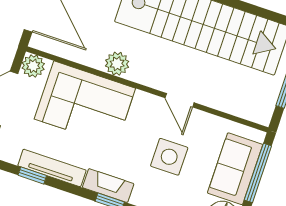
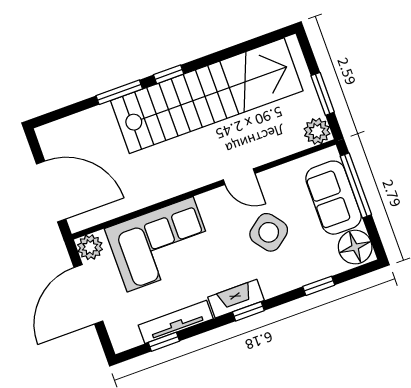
plant: (117, 64) -> (317, 131), moved
side table: (169, 157) -> (269, 232), turned -38

